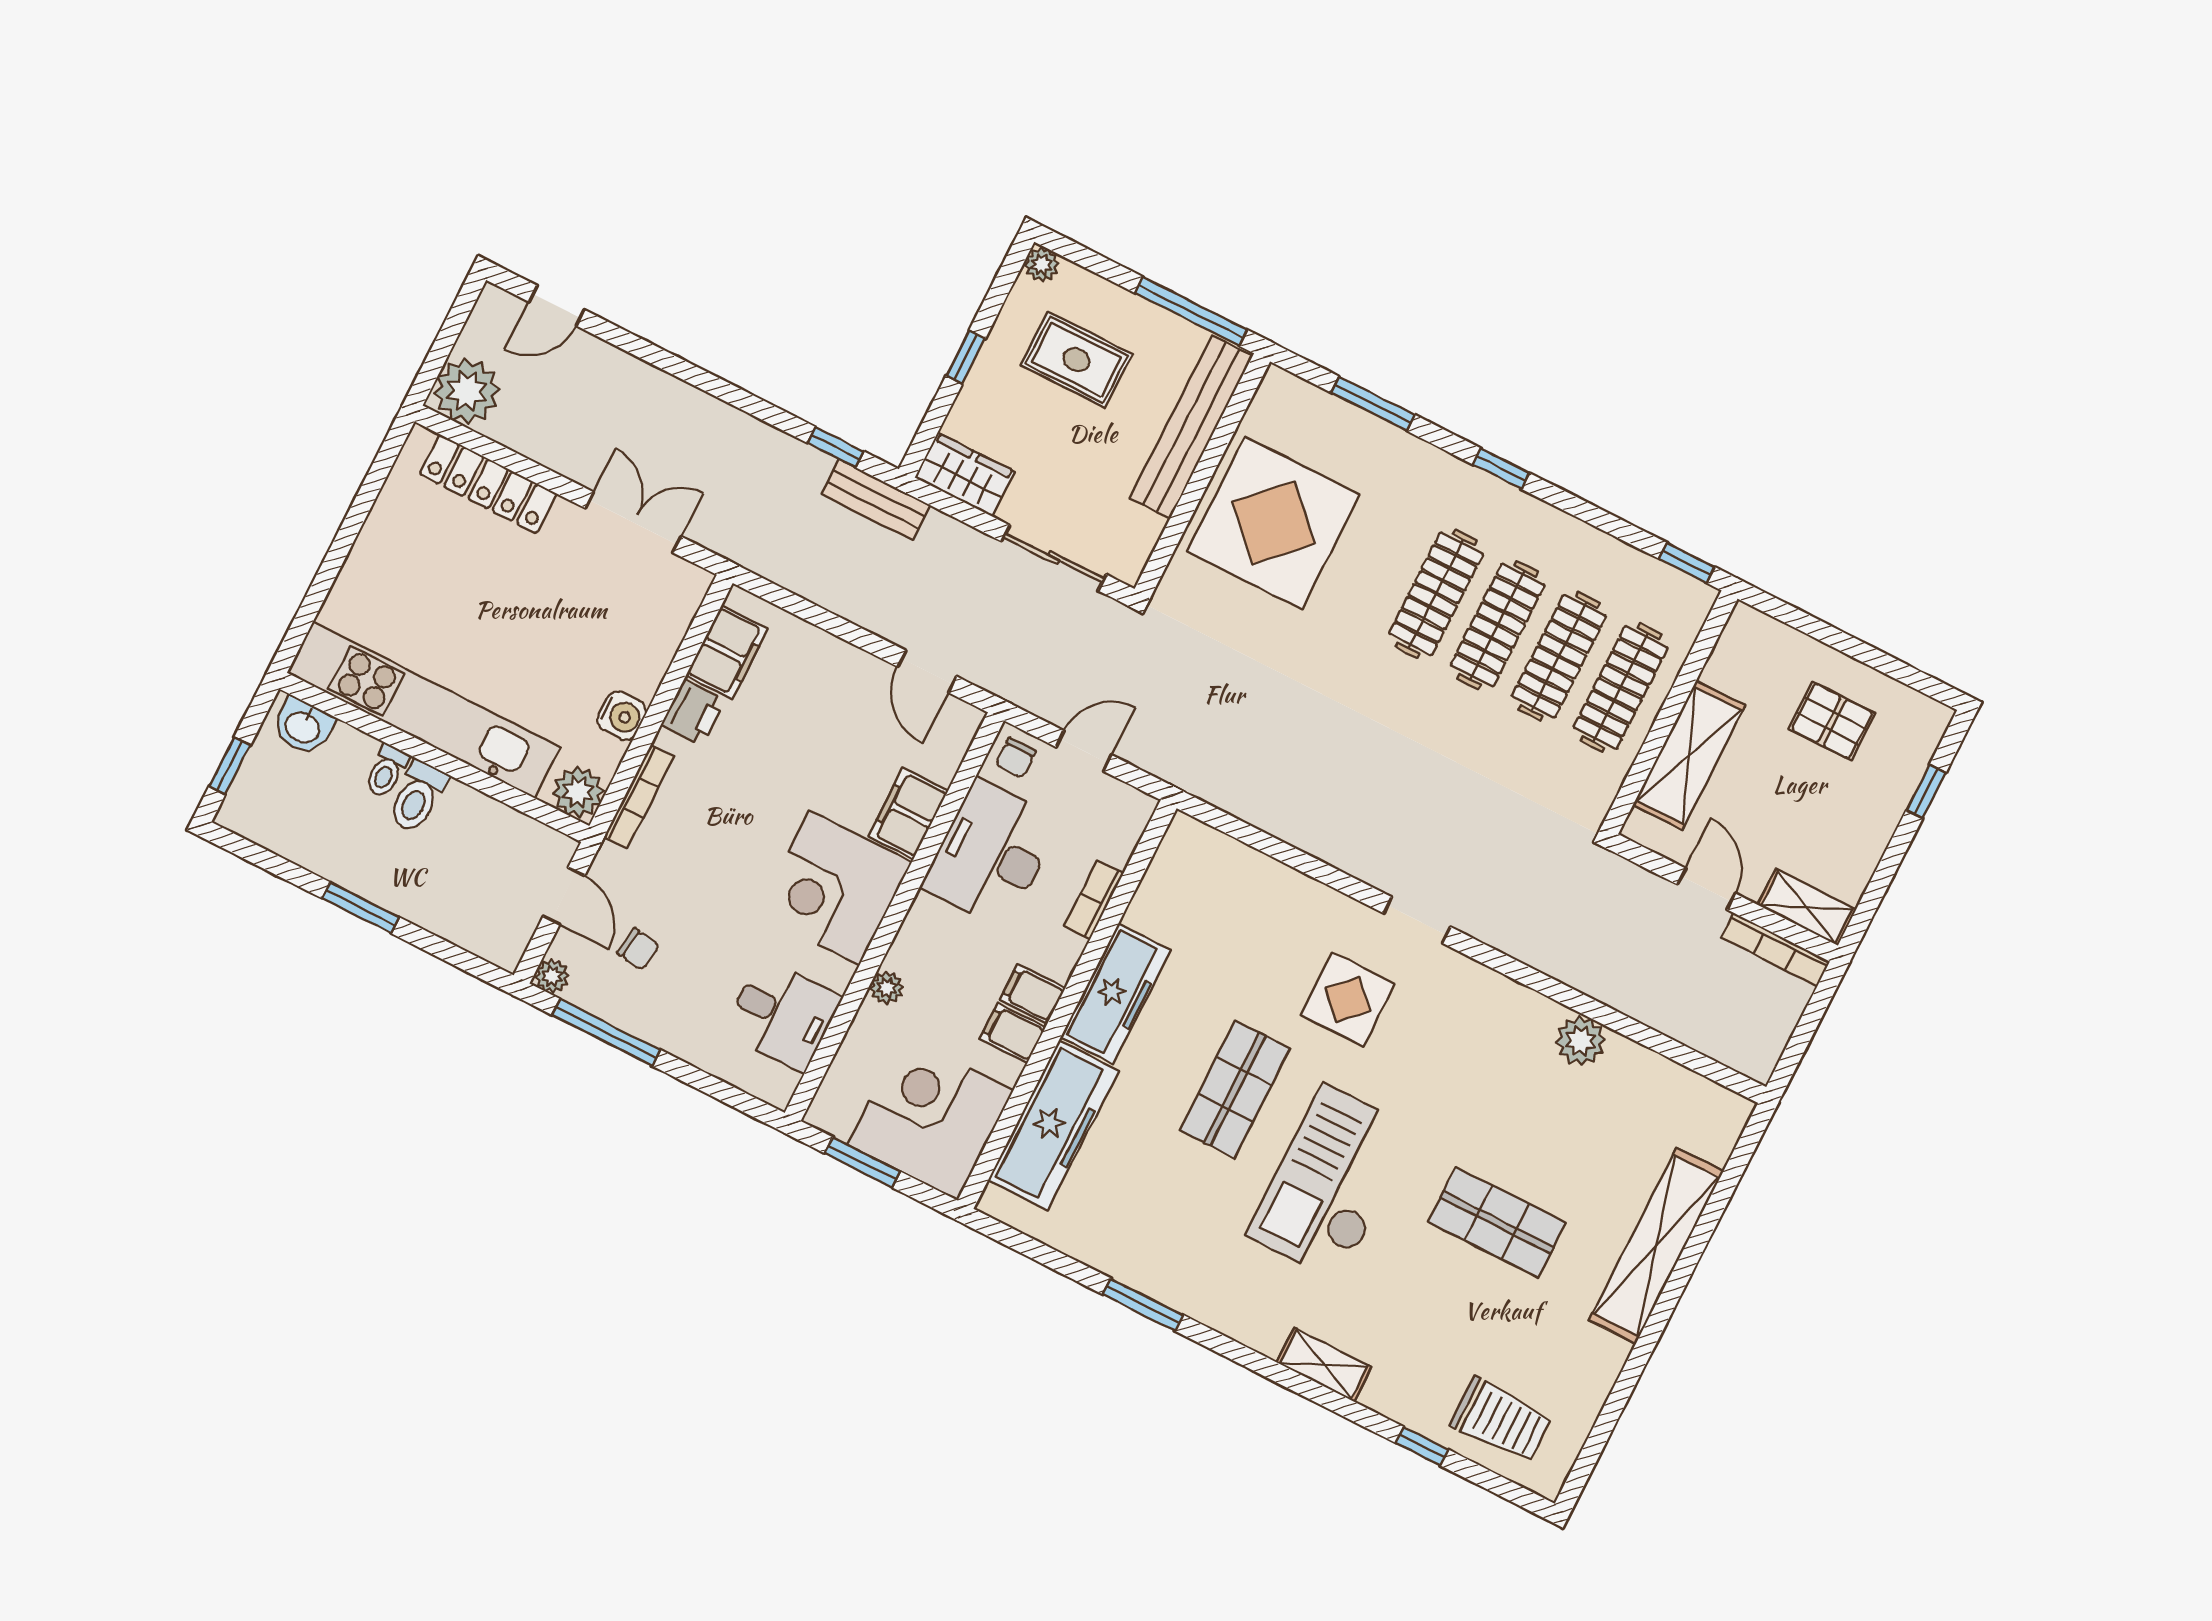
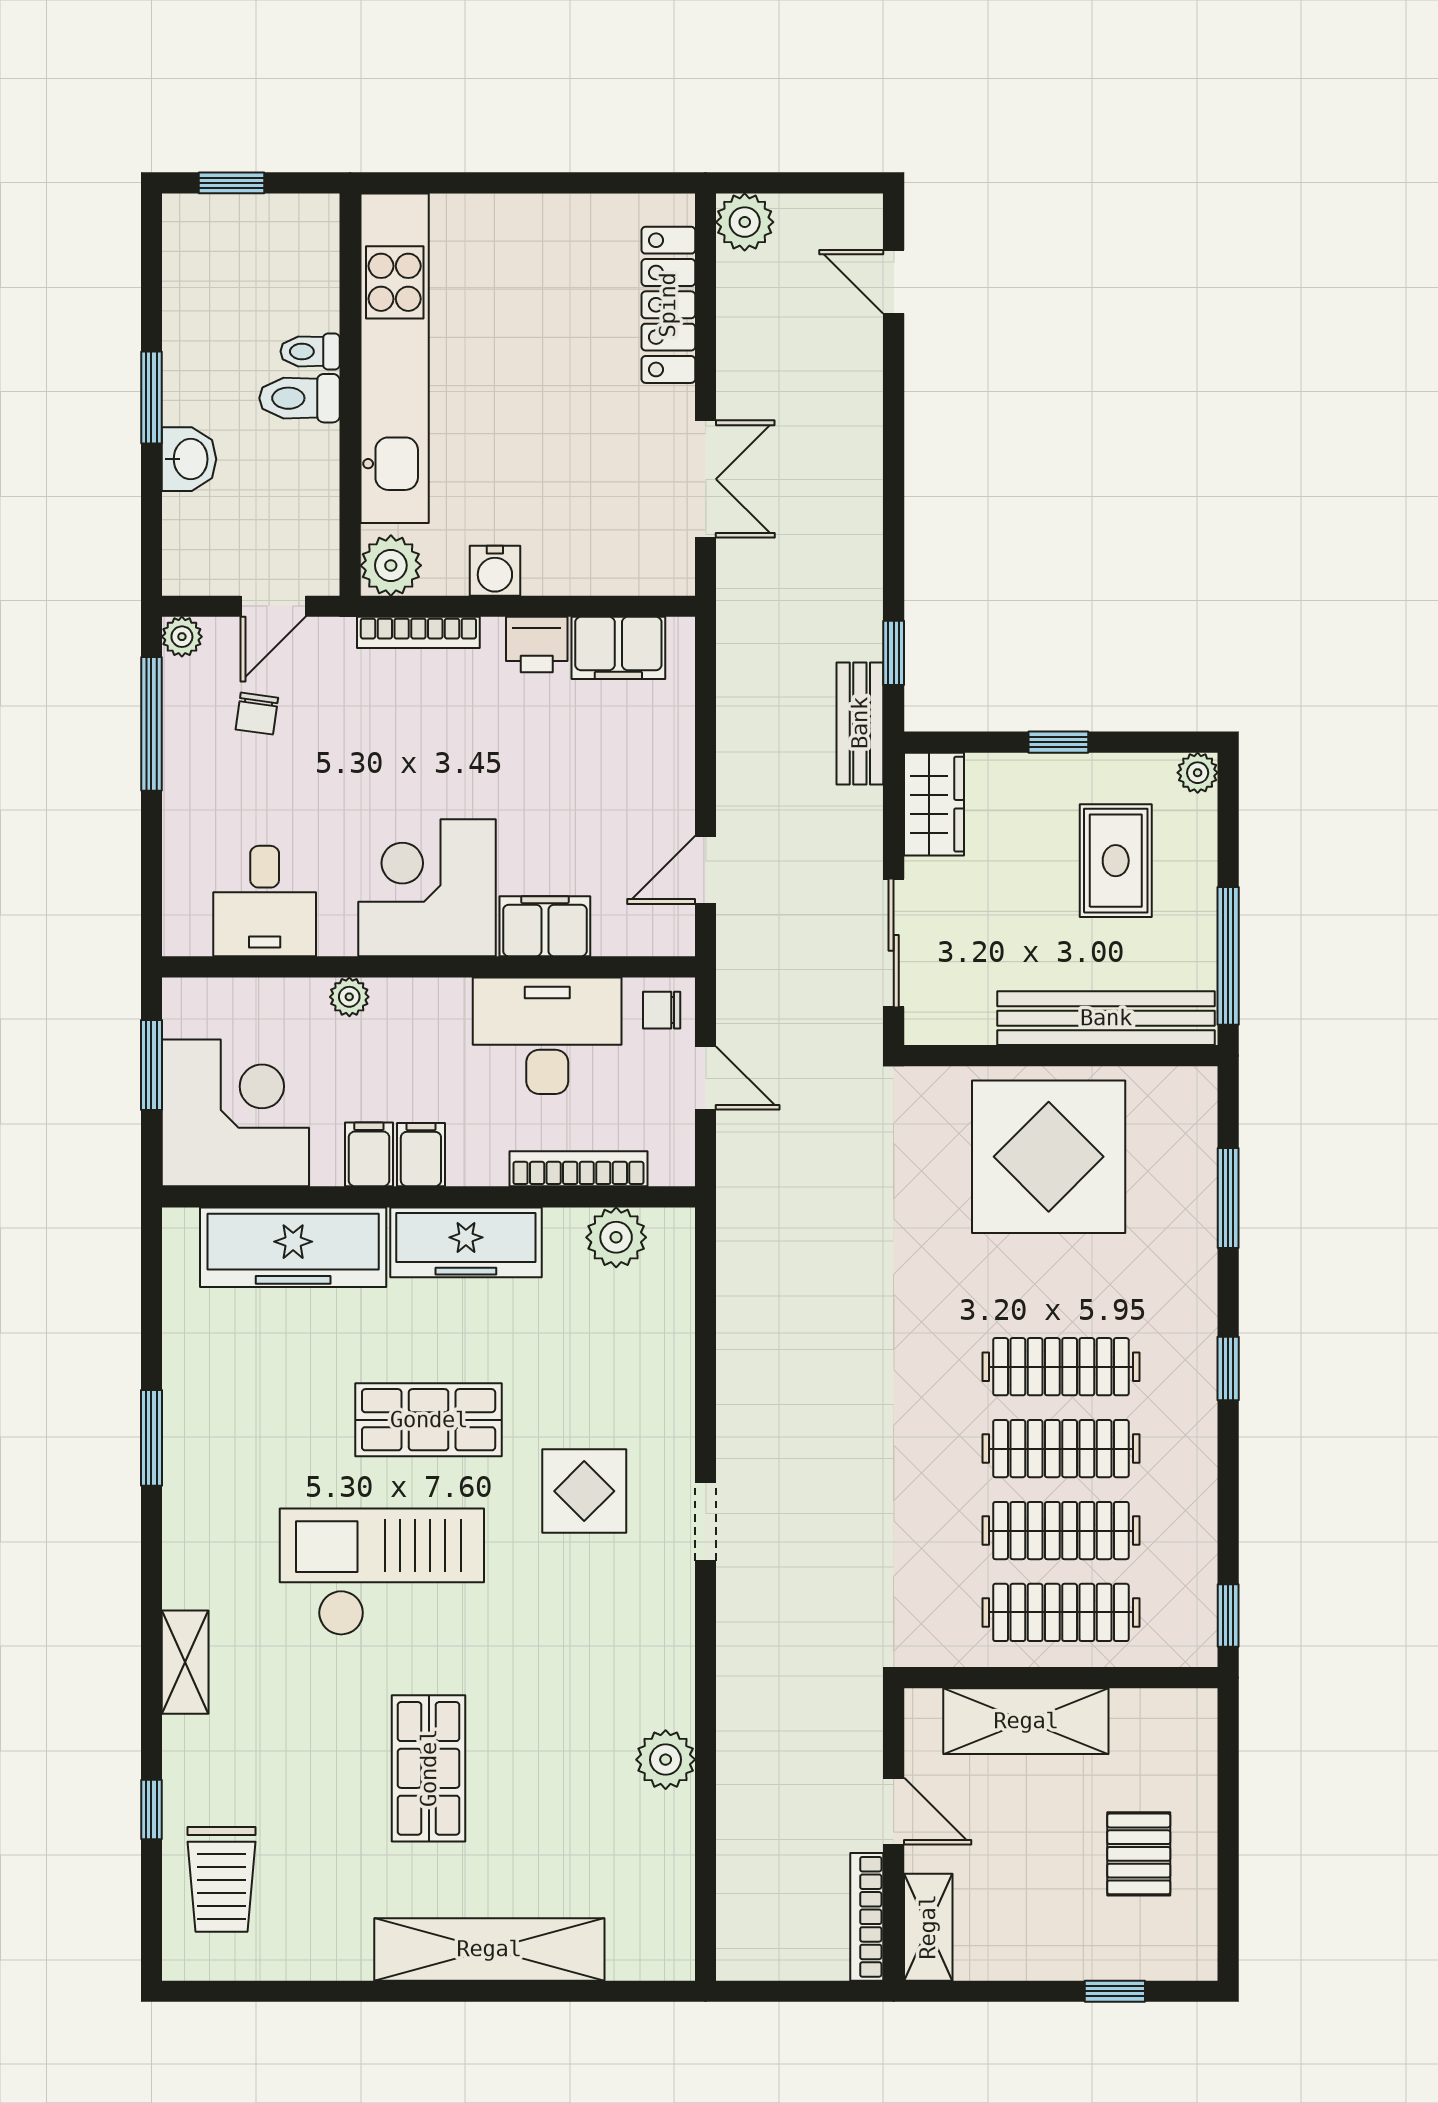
plant: (467, 391) -> (745, 222), width x0.73, depth x0.73
washbasin: (303, 726) -> (189, 459), moved, turned 180
plant: (1169, 879) -> (616, 1237), added
door: (1706, 889) -> (894, 1811), hinge flipped
bookcase: (1094, 900) -> (578, 1169), width x1.56

